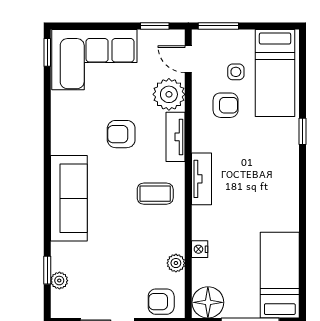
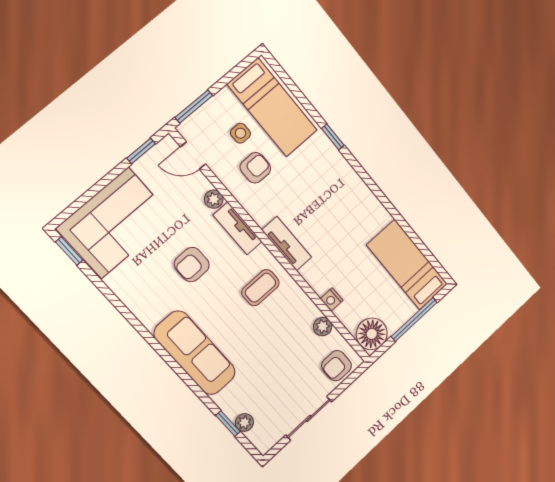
plant: (169, 94) -> (214, 199), width x0.53, depth x0.53

